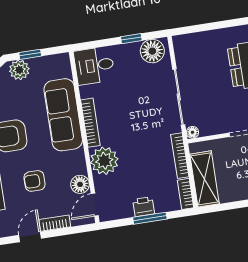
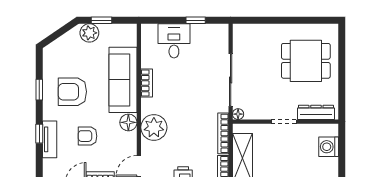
floor lamp: (152, 51) -> (213, 35), removed
desk: (94, 66) -> (174, 41), moved, turned 90
bookcase: (90, 123) -> (147, 83), width x0.64
floor lamp: (80, 184) -> (128, 122), moved

